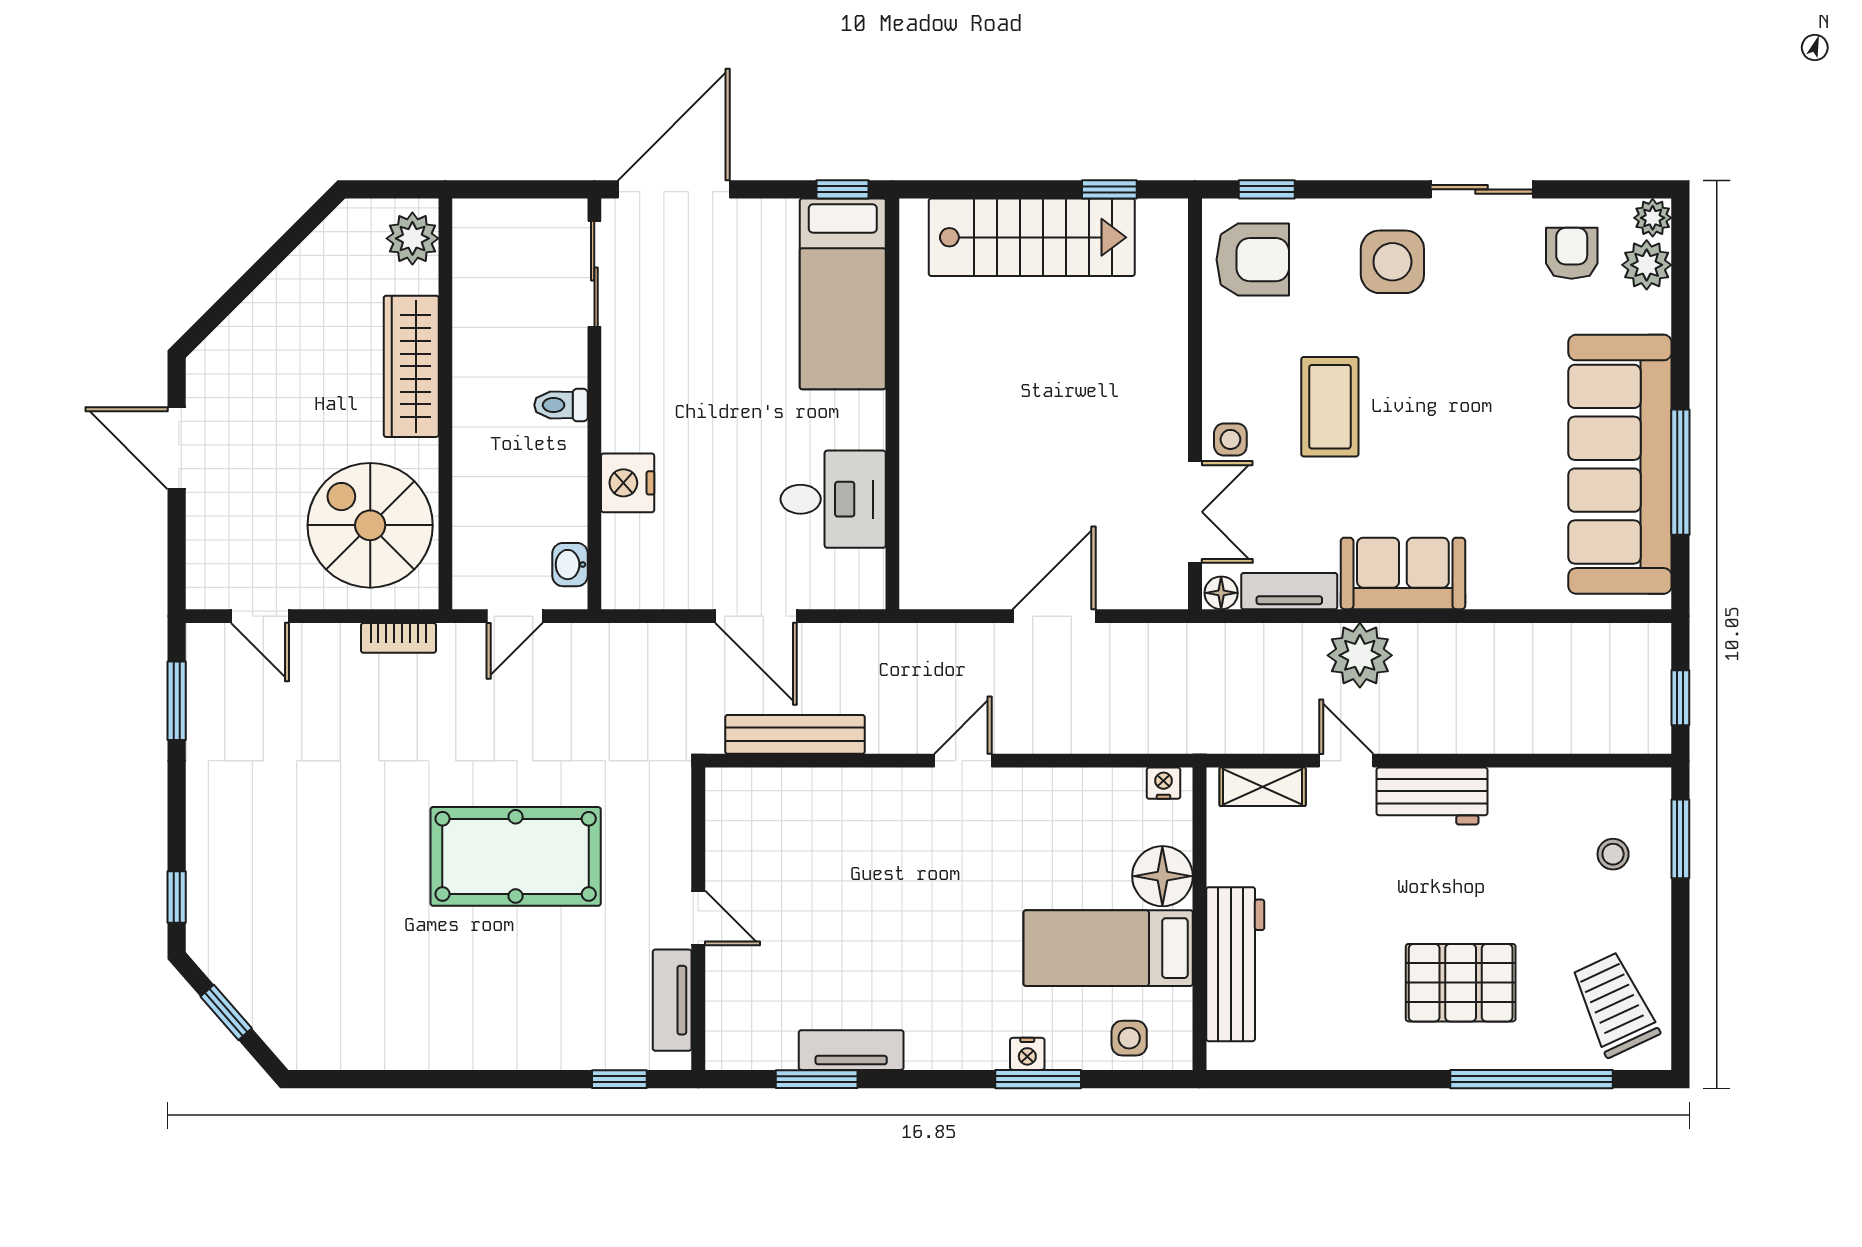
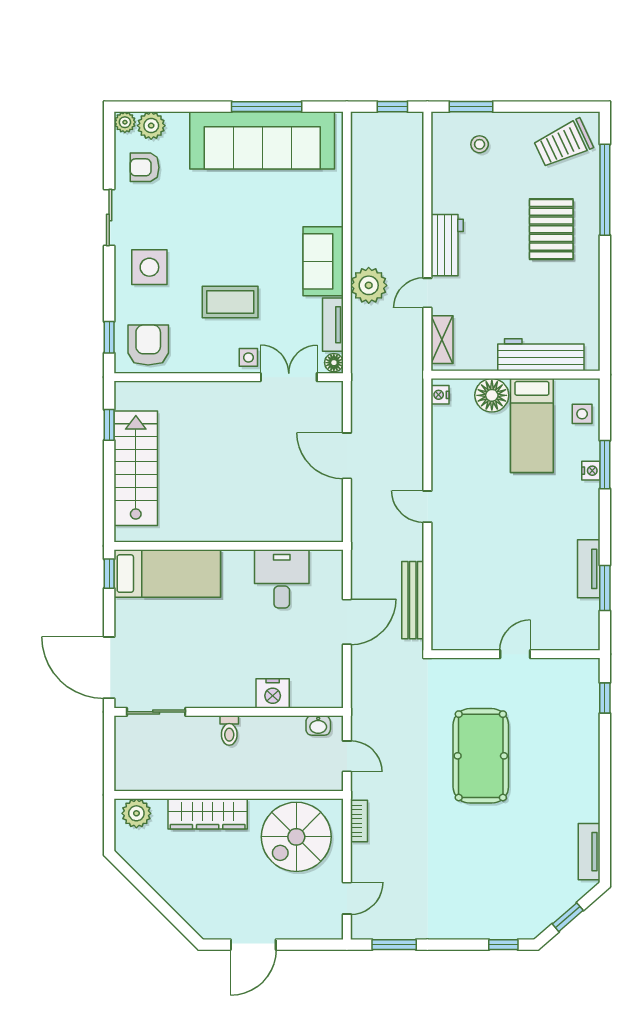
tv unit: (672, 1000) -> (589, 852), moved, turned 90

